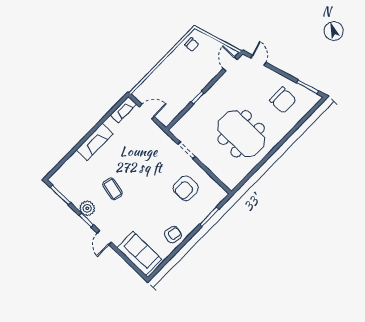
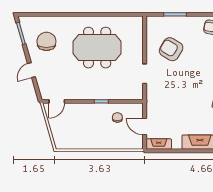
chair: (192, 45) -> (117, 117), moved
door: (258, 60) -> (31, 70), moved
meeting table: (241, 134) -> (97, 48), turned 90
armchair: (186, 188) -> (171, 49), turned -149

